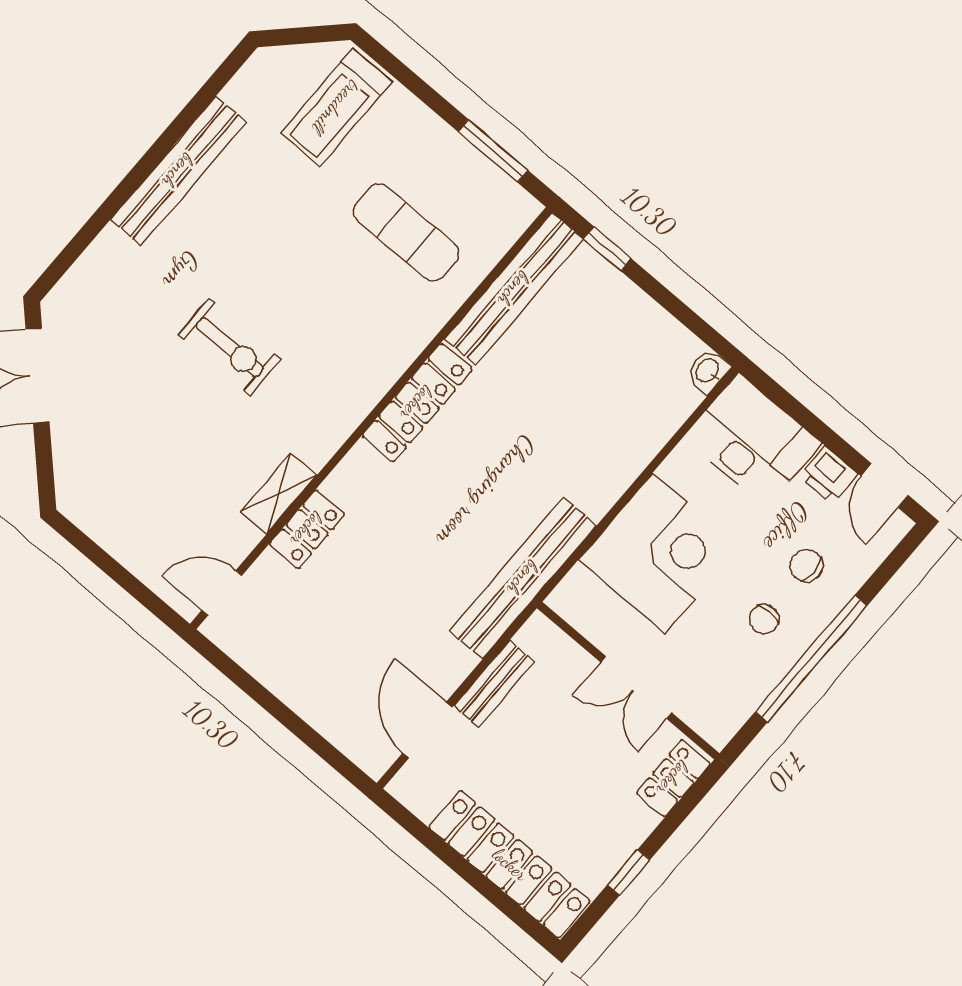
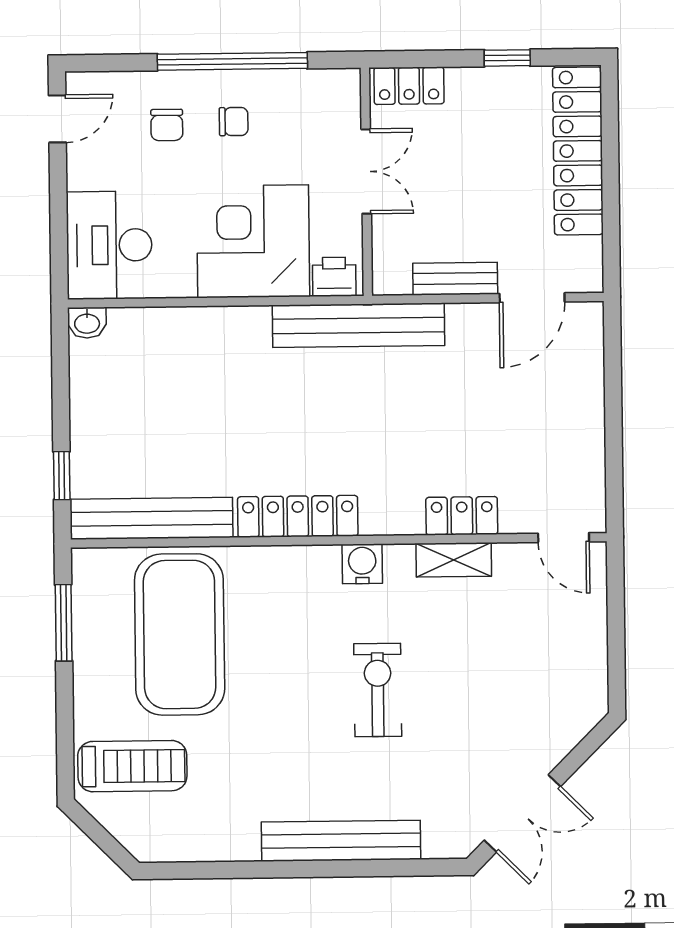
bench: (178, 171) -> (341, 841), moved
exercise mat: (406, 232) -> (180, 634), width x2.00, depth x1.45
water cooler: (337, 420) -> (362, 564), added
printer: (829, 475) -> (334, 277), moved, turned -90

